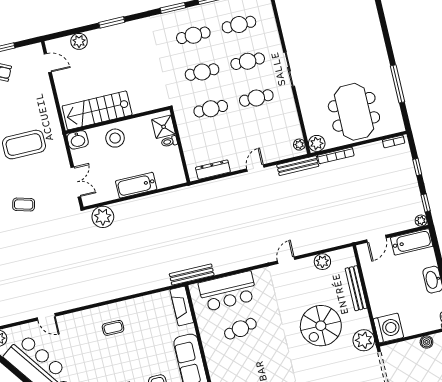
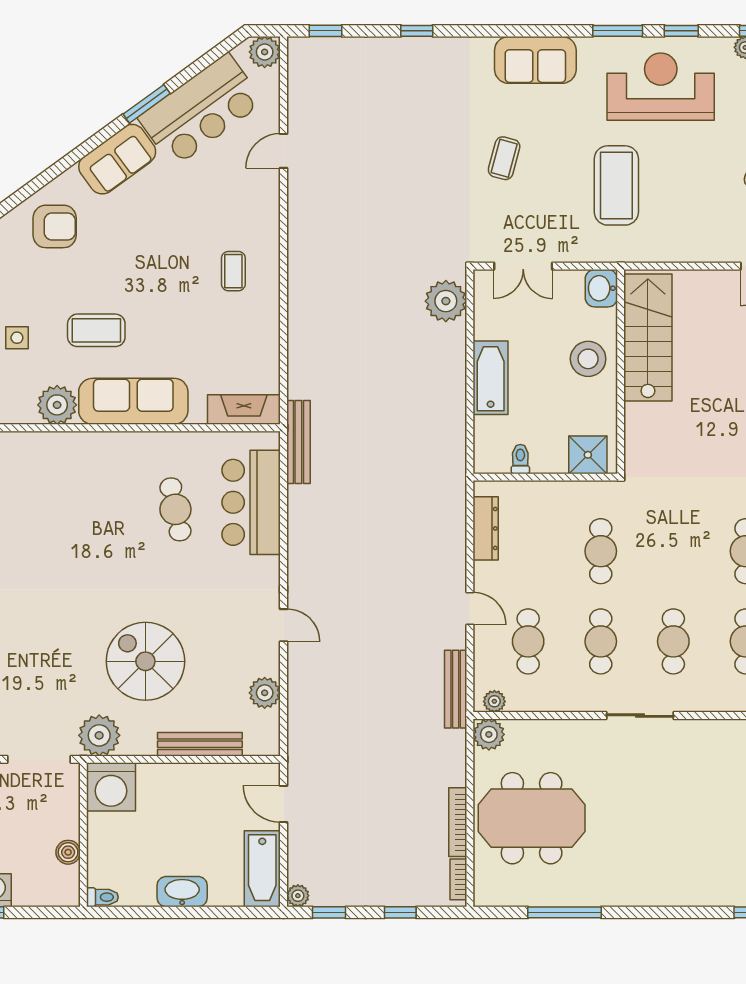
cafe table: (202, 72) -> (528, 641), moved
toilet: (169, 141) -> (520, 459), moved
bookcase: (336, 155) -> (458, 822), moved

